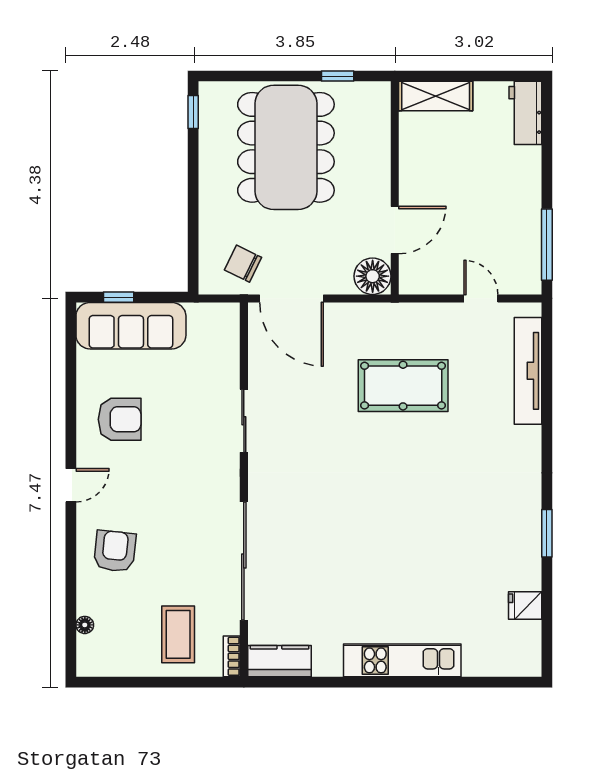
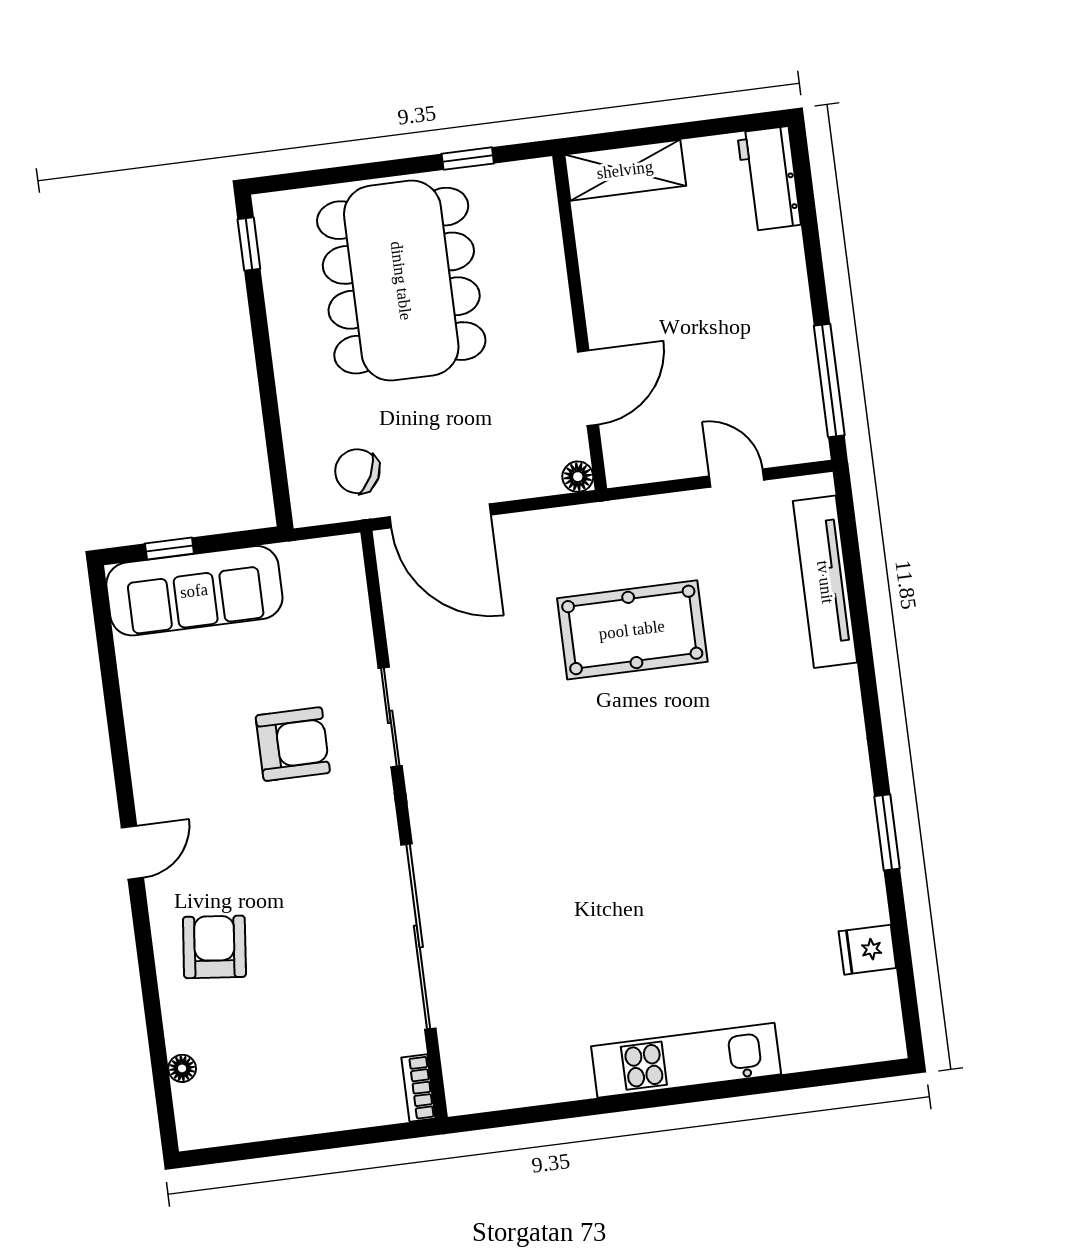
floor lamp: (373, 276) -> (578, 477), width x0.53, depth x0.53
armchair: (120, 419) -> (293, 744), moved
coffee table: (178, 634) -> (330, 1064), removed
kitchen counter: (279, 661) -> (494, 1086), removed

